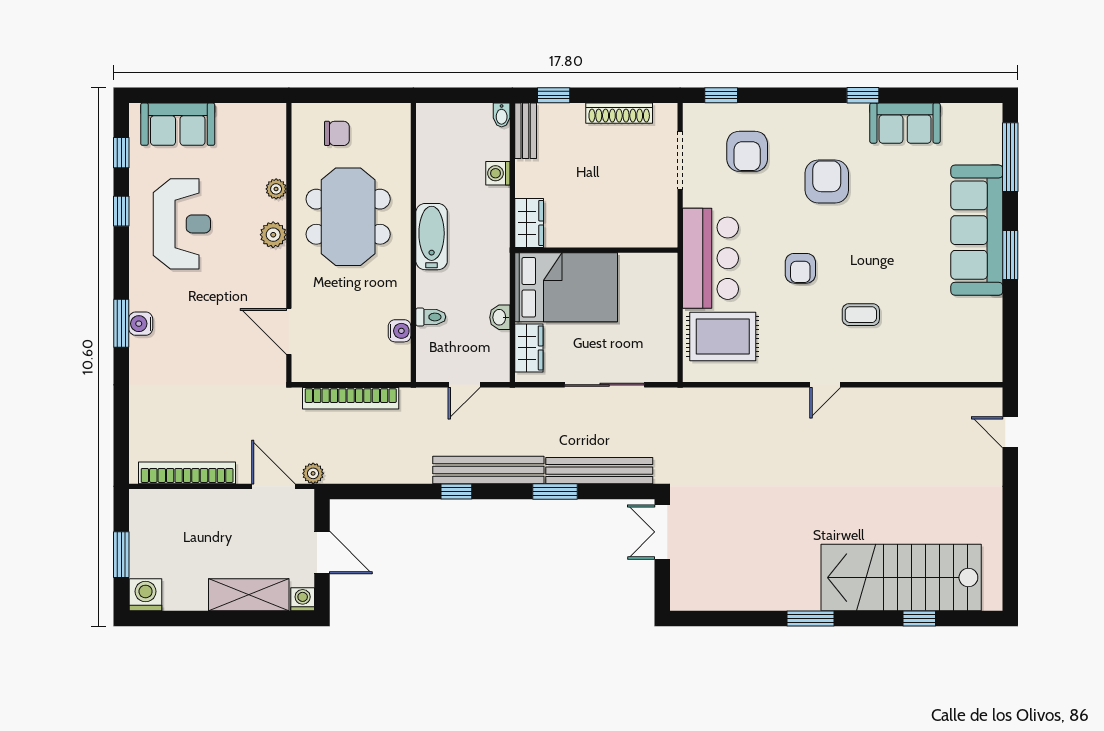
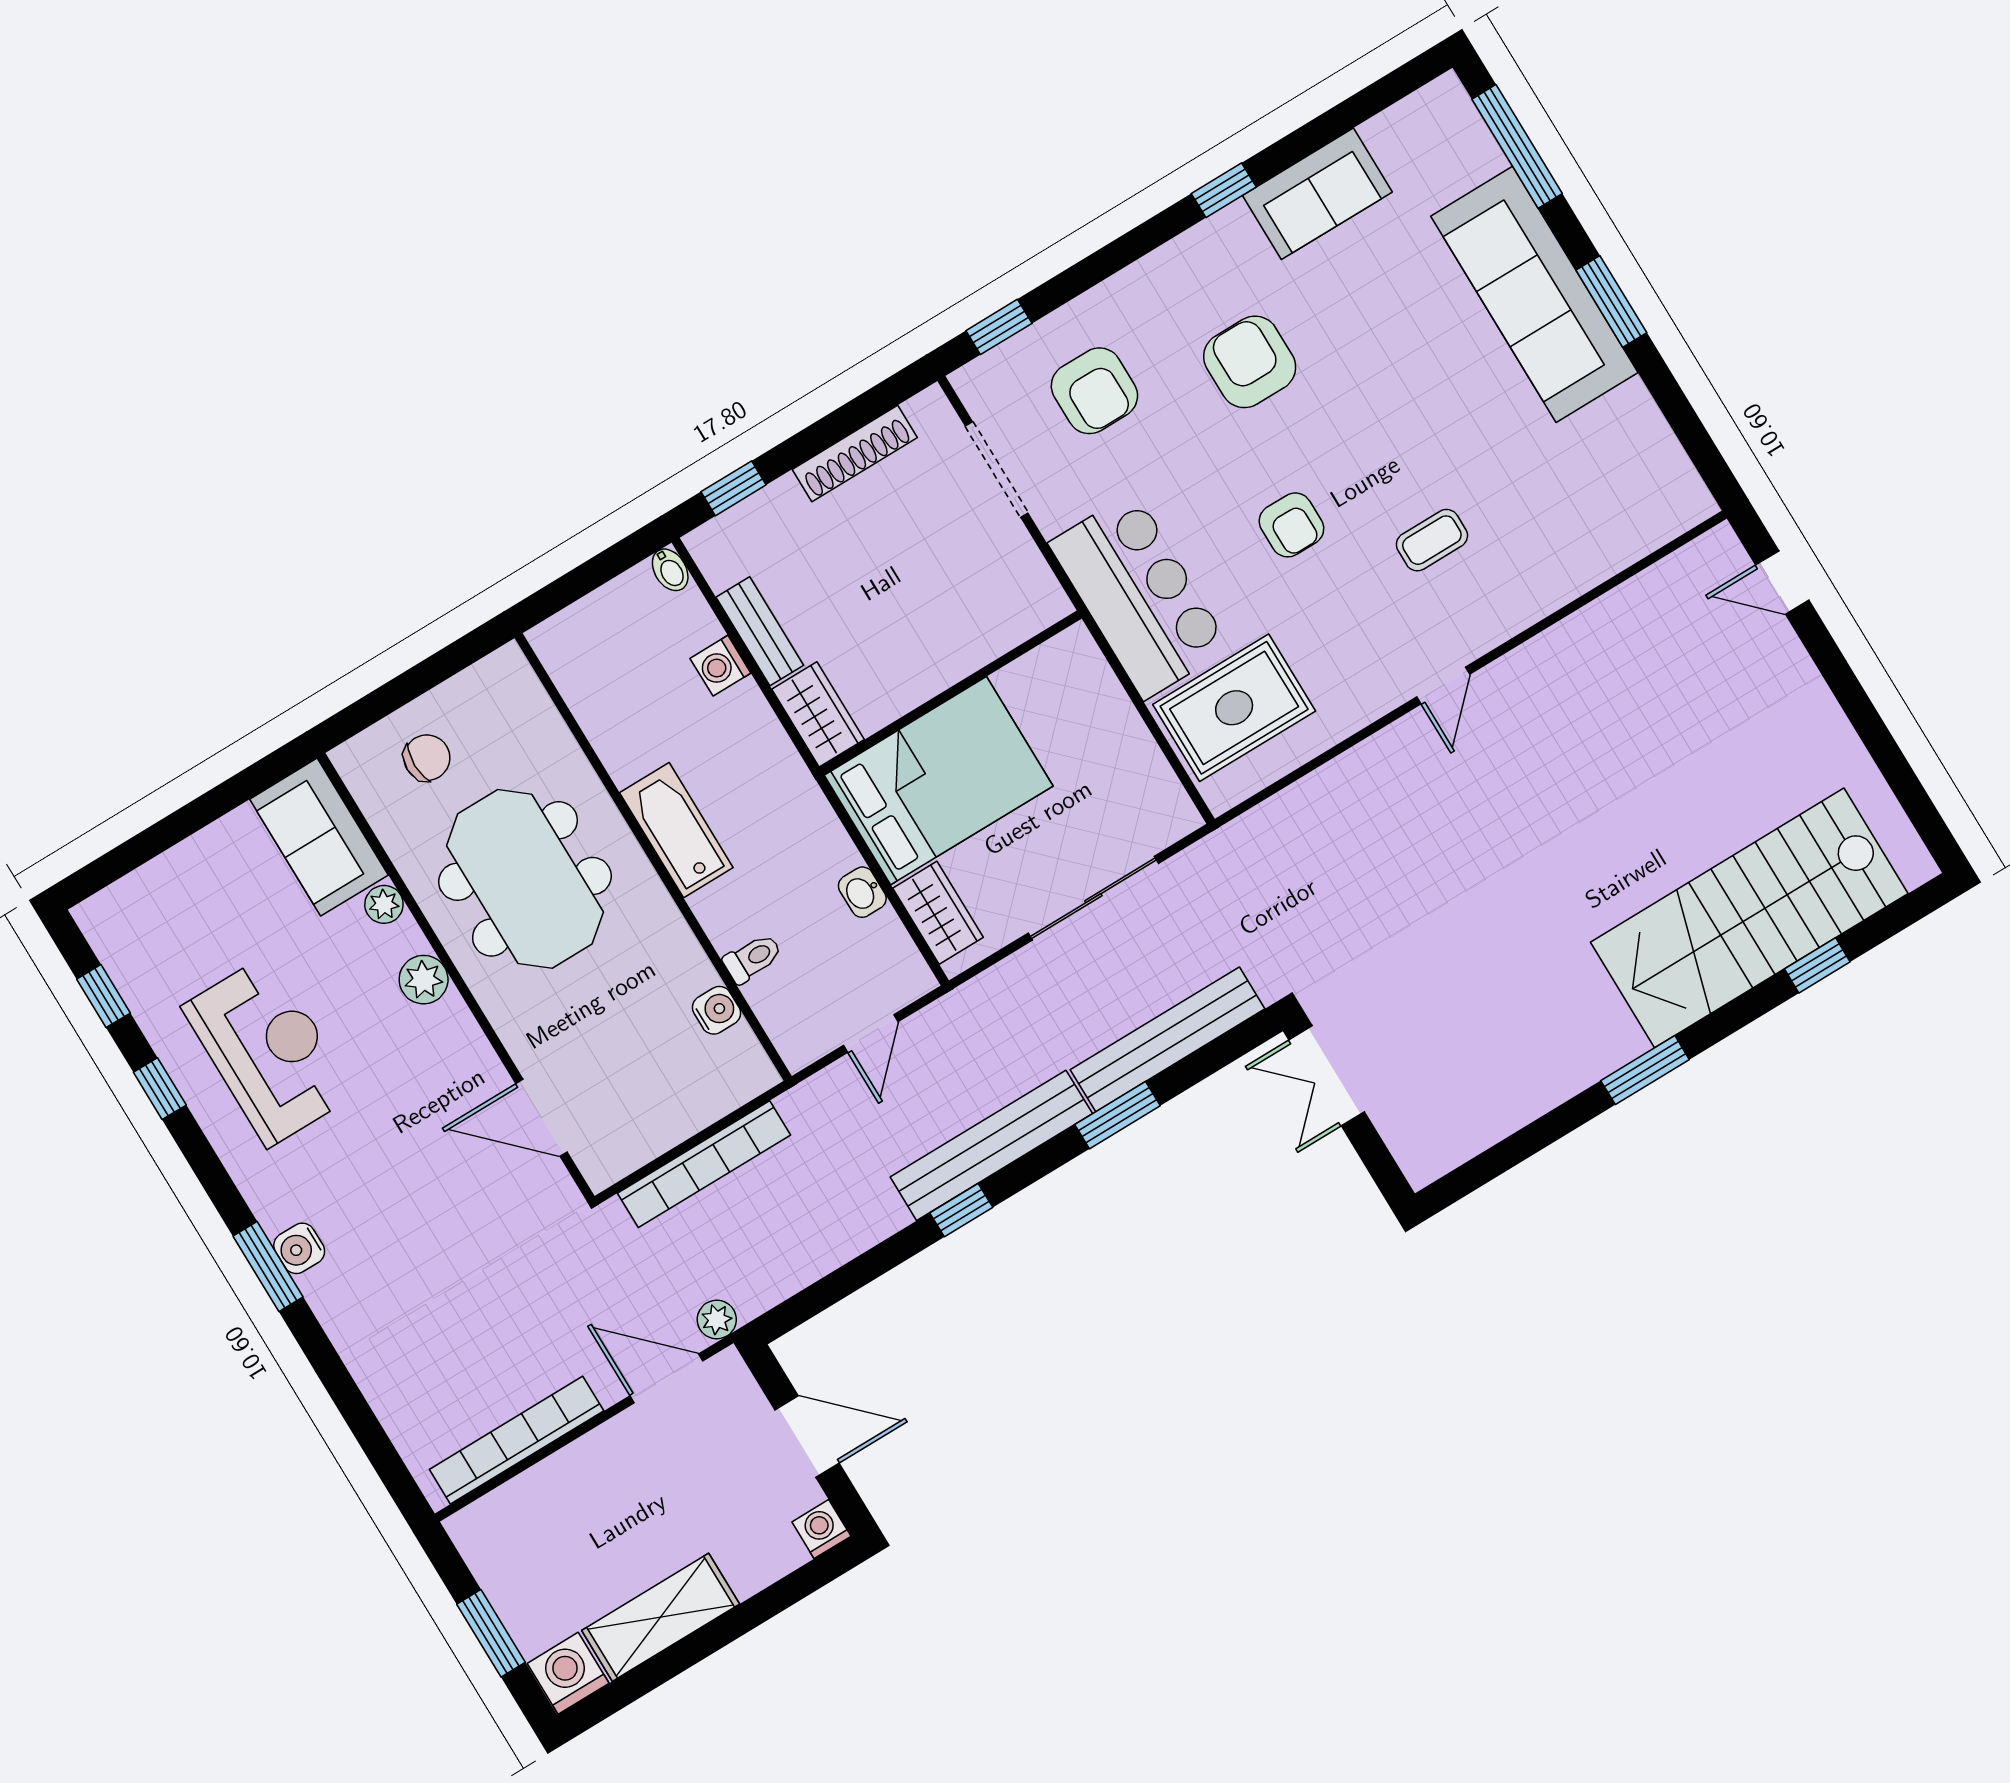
sofa: (178, 124) -> (319, 837), moved, turned 90
bench: (526, 131) -> (760, 631), moved
shelving: (249, 595) -> (661, 1617), moved

